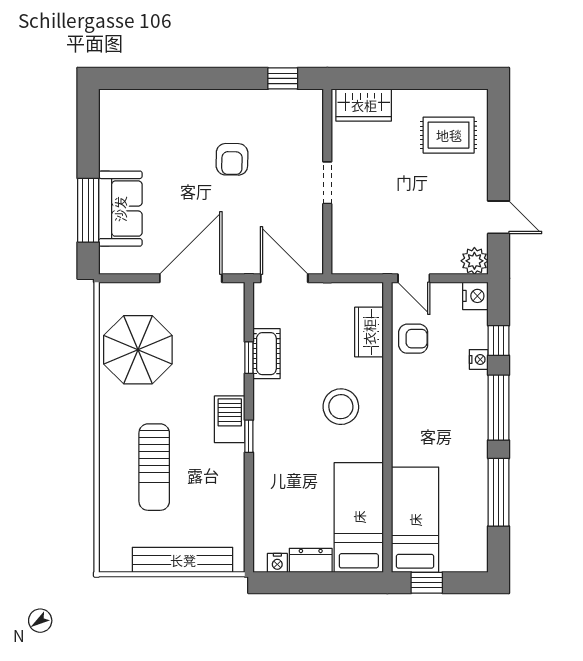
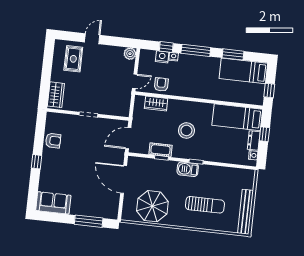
window: (283, 78) -> (36, 162), moved
armchair: (232, 159) -> (53, 141), moved
sofa: (120, 209) -> (53, 203), moved
door: (498, 217) -> (92, 39), moved
nightstand: (475, 296) -> (162, 57), moved
stool: (341, 407) -> (186, 130), moved
window: (498, 492) -> (233, 54), width x0.69
bed: (415, 520) -> (243, 71), moved
bench: (183, 560) -> (245, 212), moved
window: (327, 583) -> (264, 134), added

